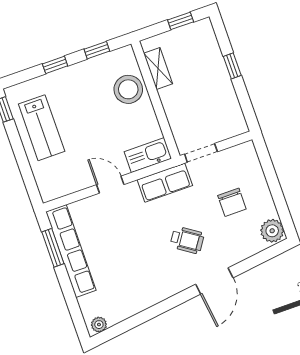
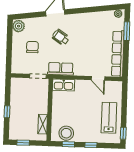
stool: (128, 89) -> (66, 133), moved
door: (110, 185) -> (98, 78), moved
window: (53, 248) -> (127, 31), moved

